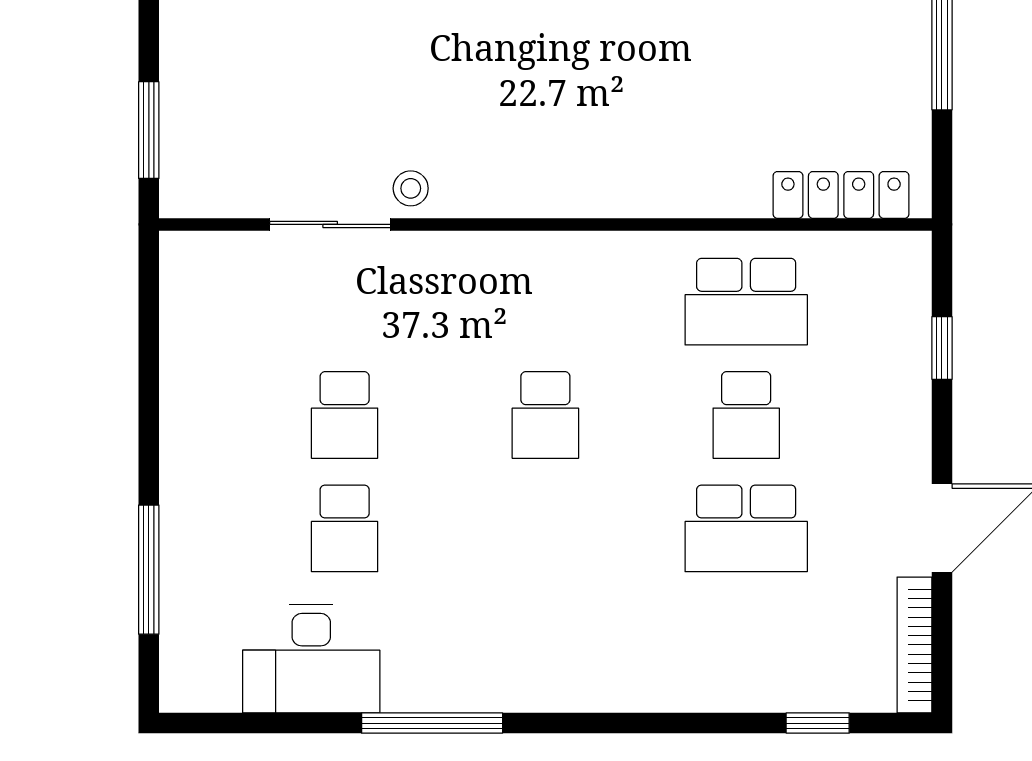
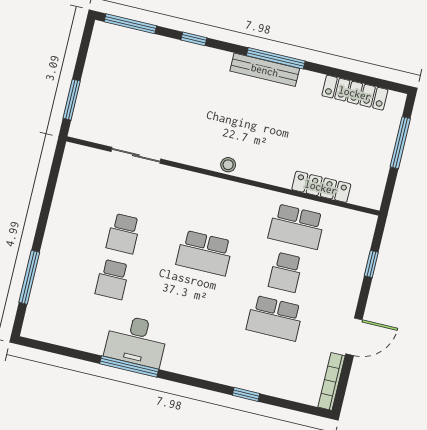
stool: (411, 188) -> (228, 165), moved
locker: (841, 195) -> (321, 187), moved
school desk: (545, 415) -> (204, 253), width x1.85
desk: (311, 659) -> (136, 341), moved
window: (818, 723) -> (246, 394), moved

